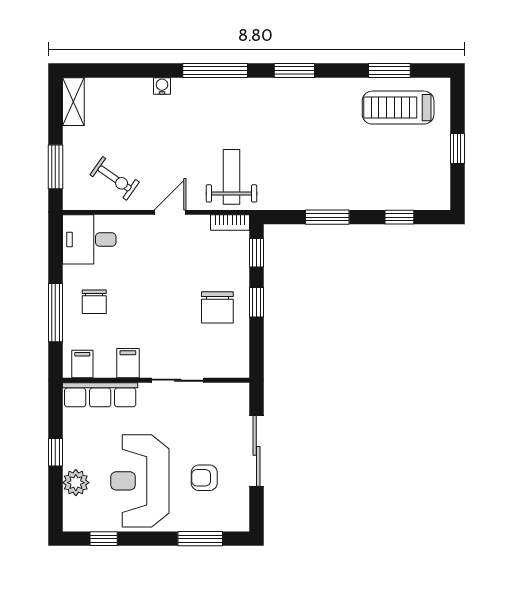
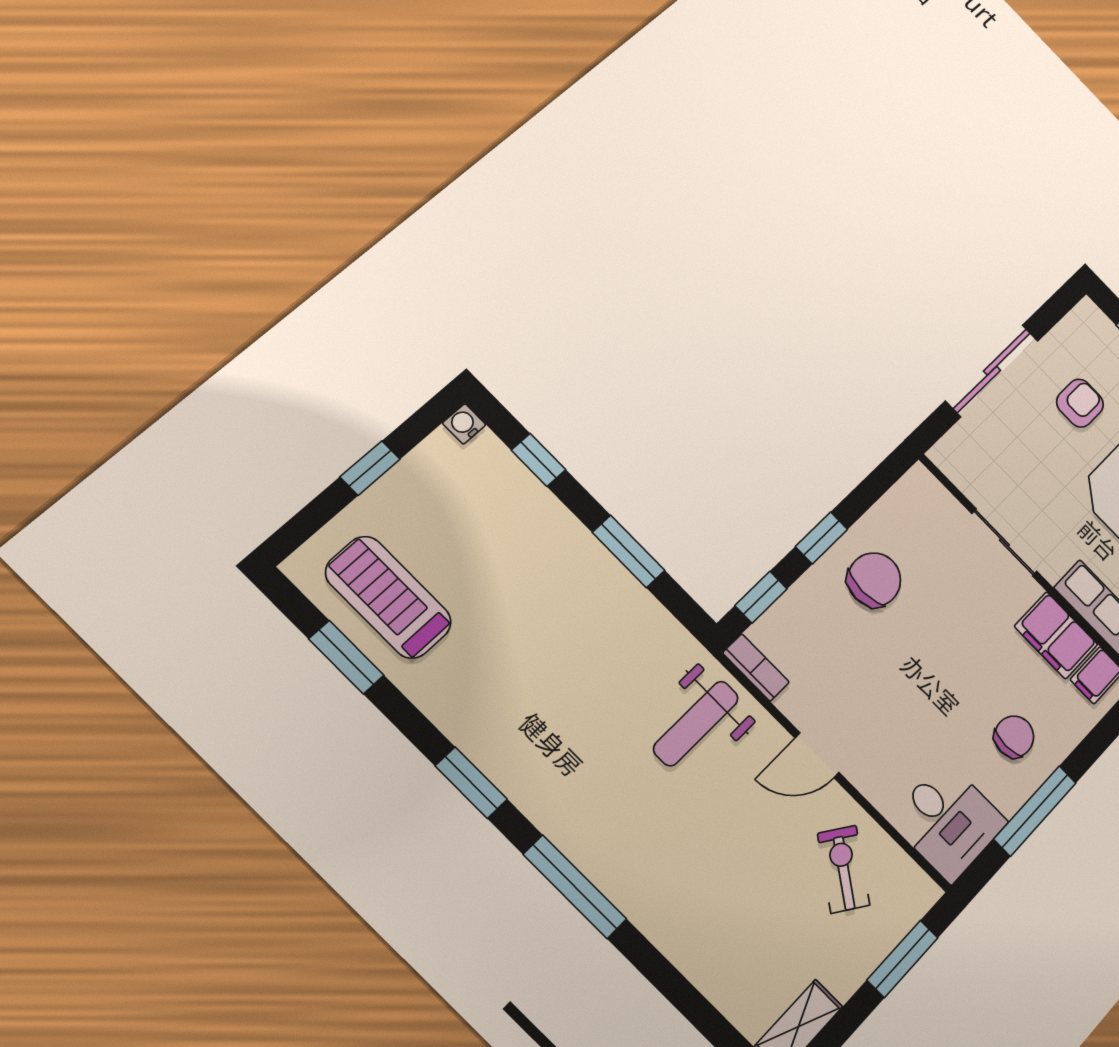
water cooler: (162, 86) -> (464, 424), moved, turned 90
treadmill: (398, 108) -> (388, 597), turned 180
window: (55, 313) -> (1035, 811), moved
filing cabinet: (128, 363) -> (1056, 635), width x2.00
armchair: (204, 478) -> (1080, 403), turned -90

